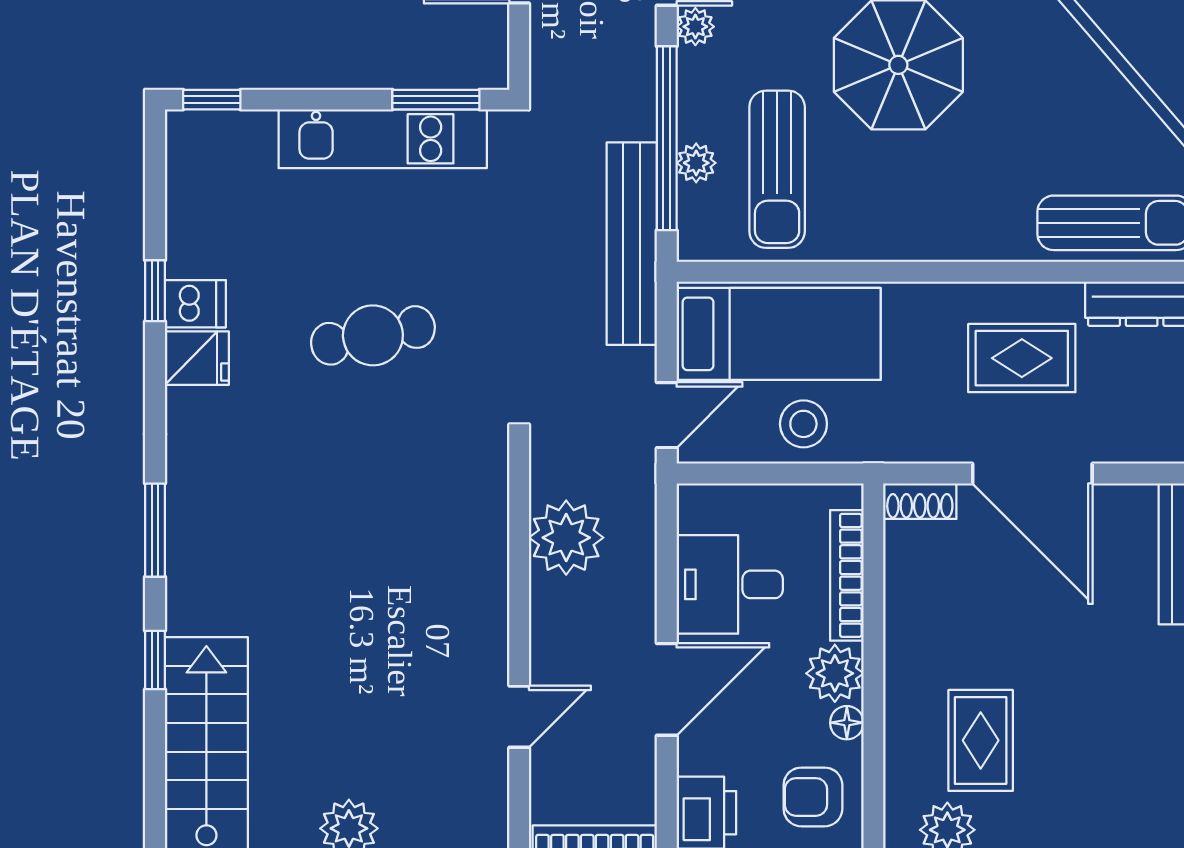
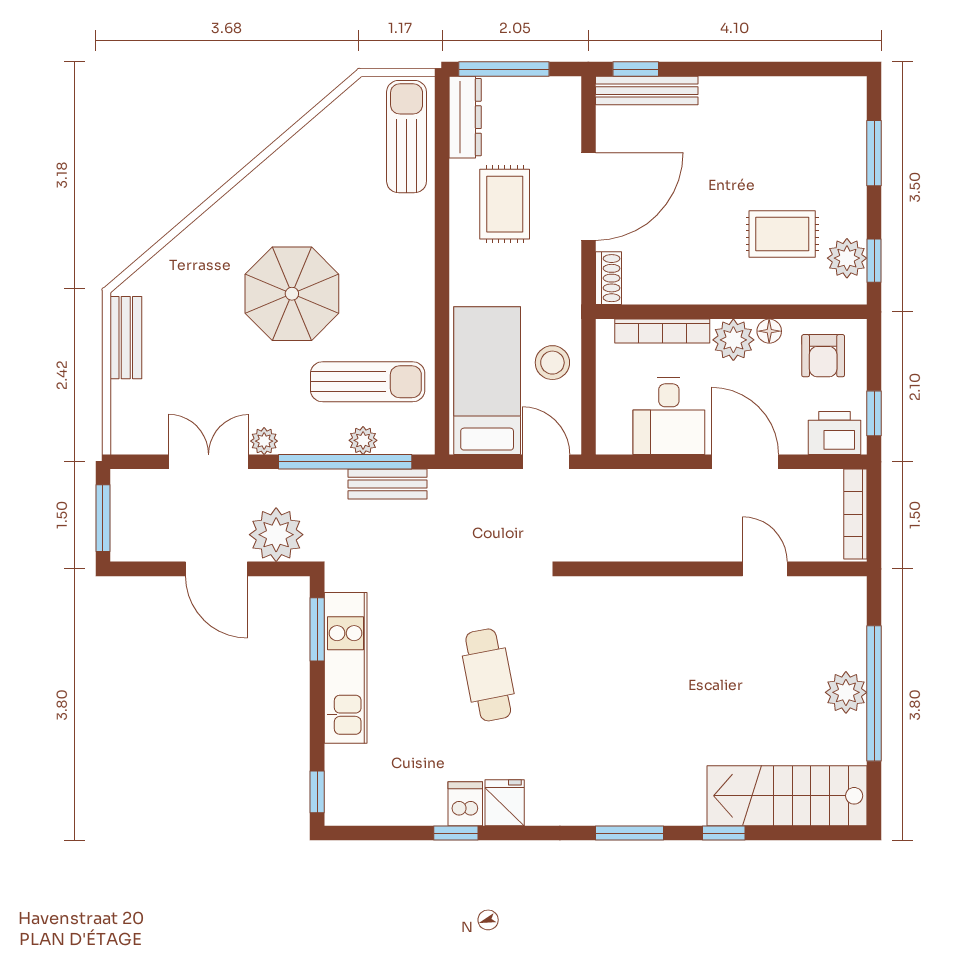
bench: (632, 244) -> (388, 484), width x0.54, depth x0.82
plant: (566, 538) -> (276, 535), moved

